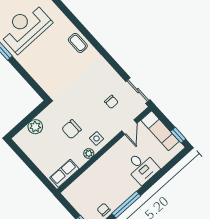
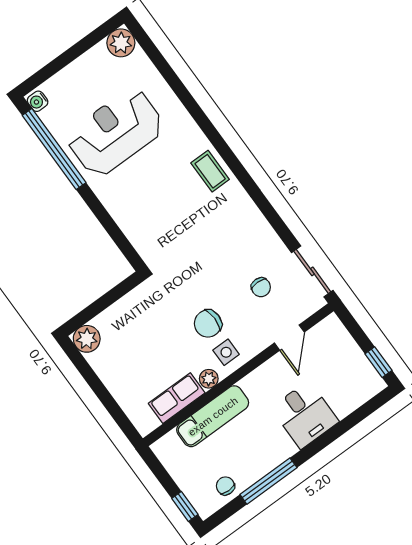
plant: (35, 127) -> (87, 339), moved
chair: (71, 129) -> (208, 324), moved
exam couch: (160, 131) -> (213, 416), moved, turned -90
row of seats: (64, 173) -> (177, 398), moved

